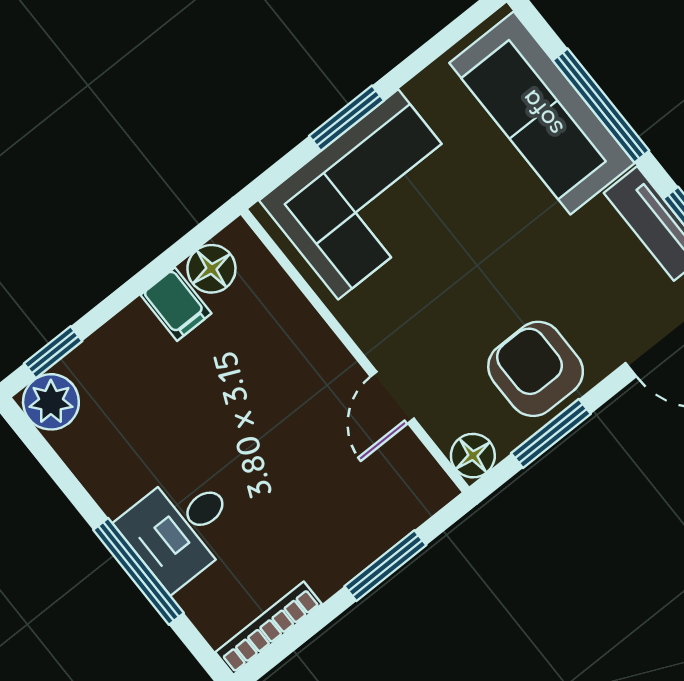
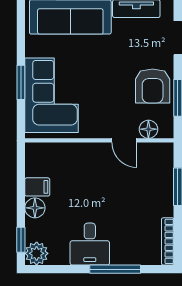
floor lamp: (211, 269) -> (35, 208), moved
armchair: (536, 369) -> (153, 86), turned -90
floor lamp: (473, 456) -> (148, 129), moved
desk: (181, 528) -> (90, 244), moved

